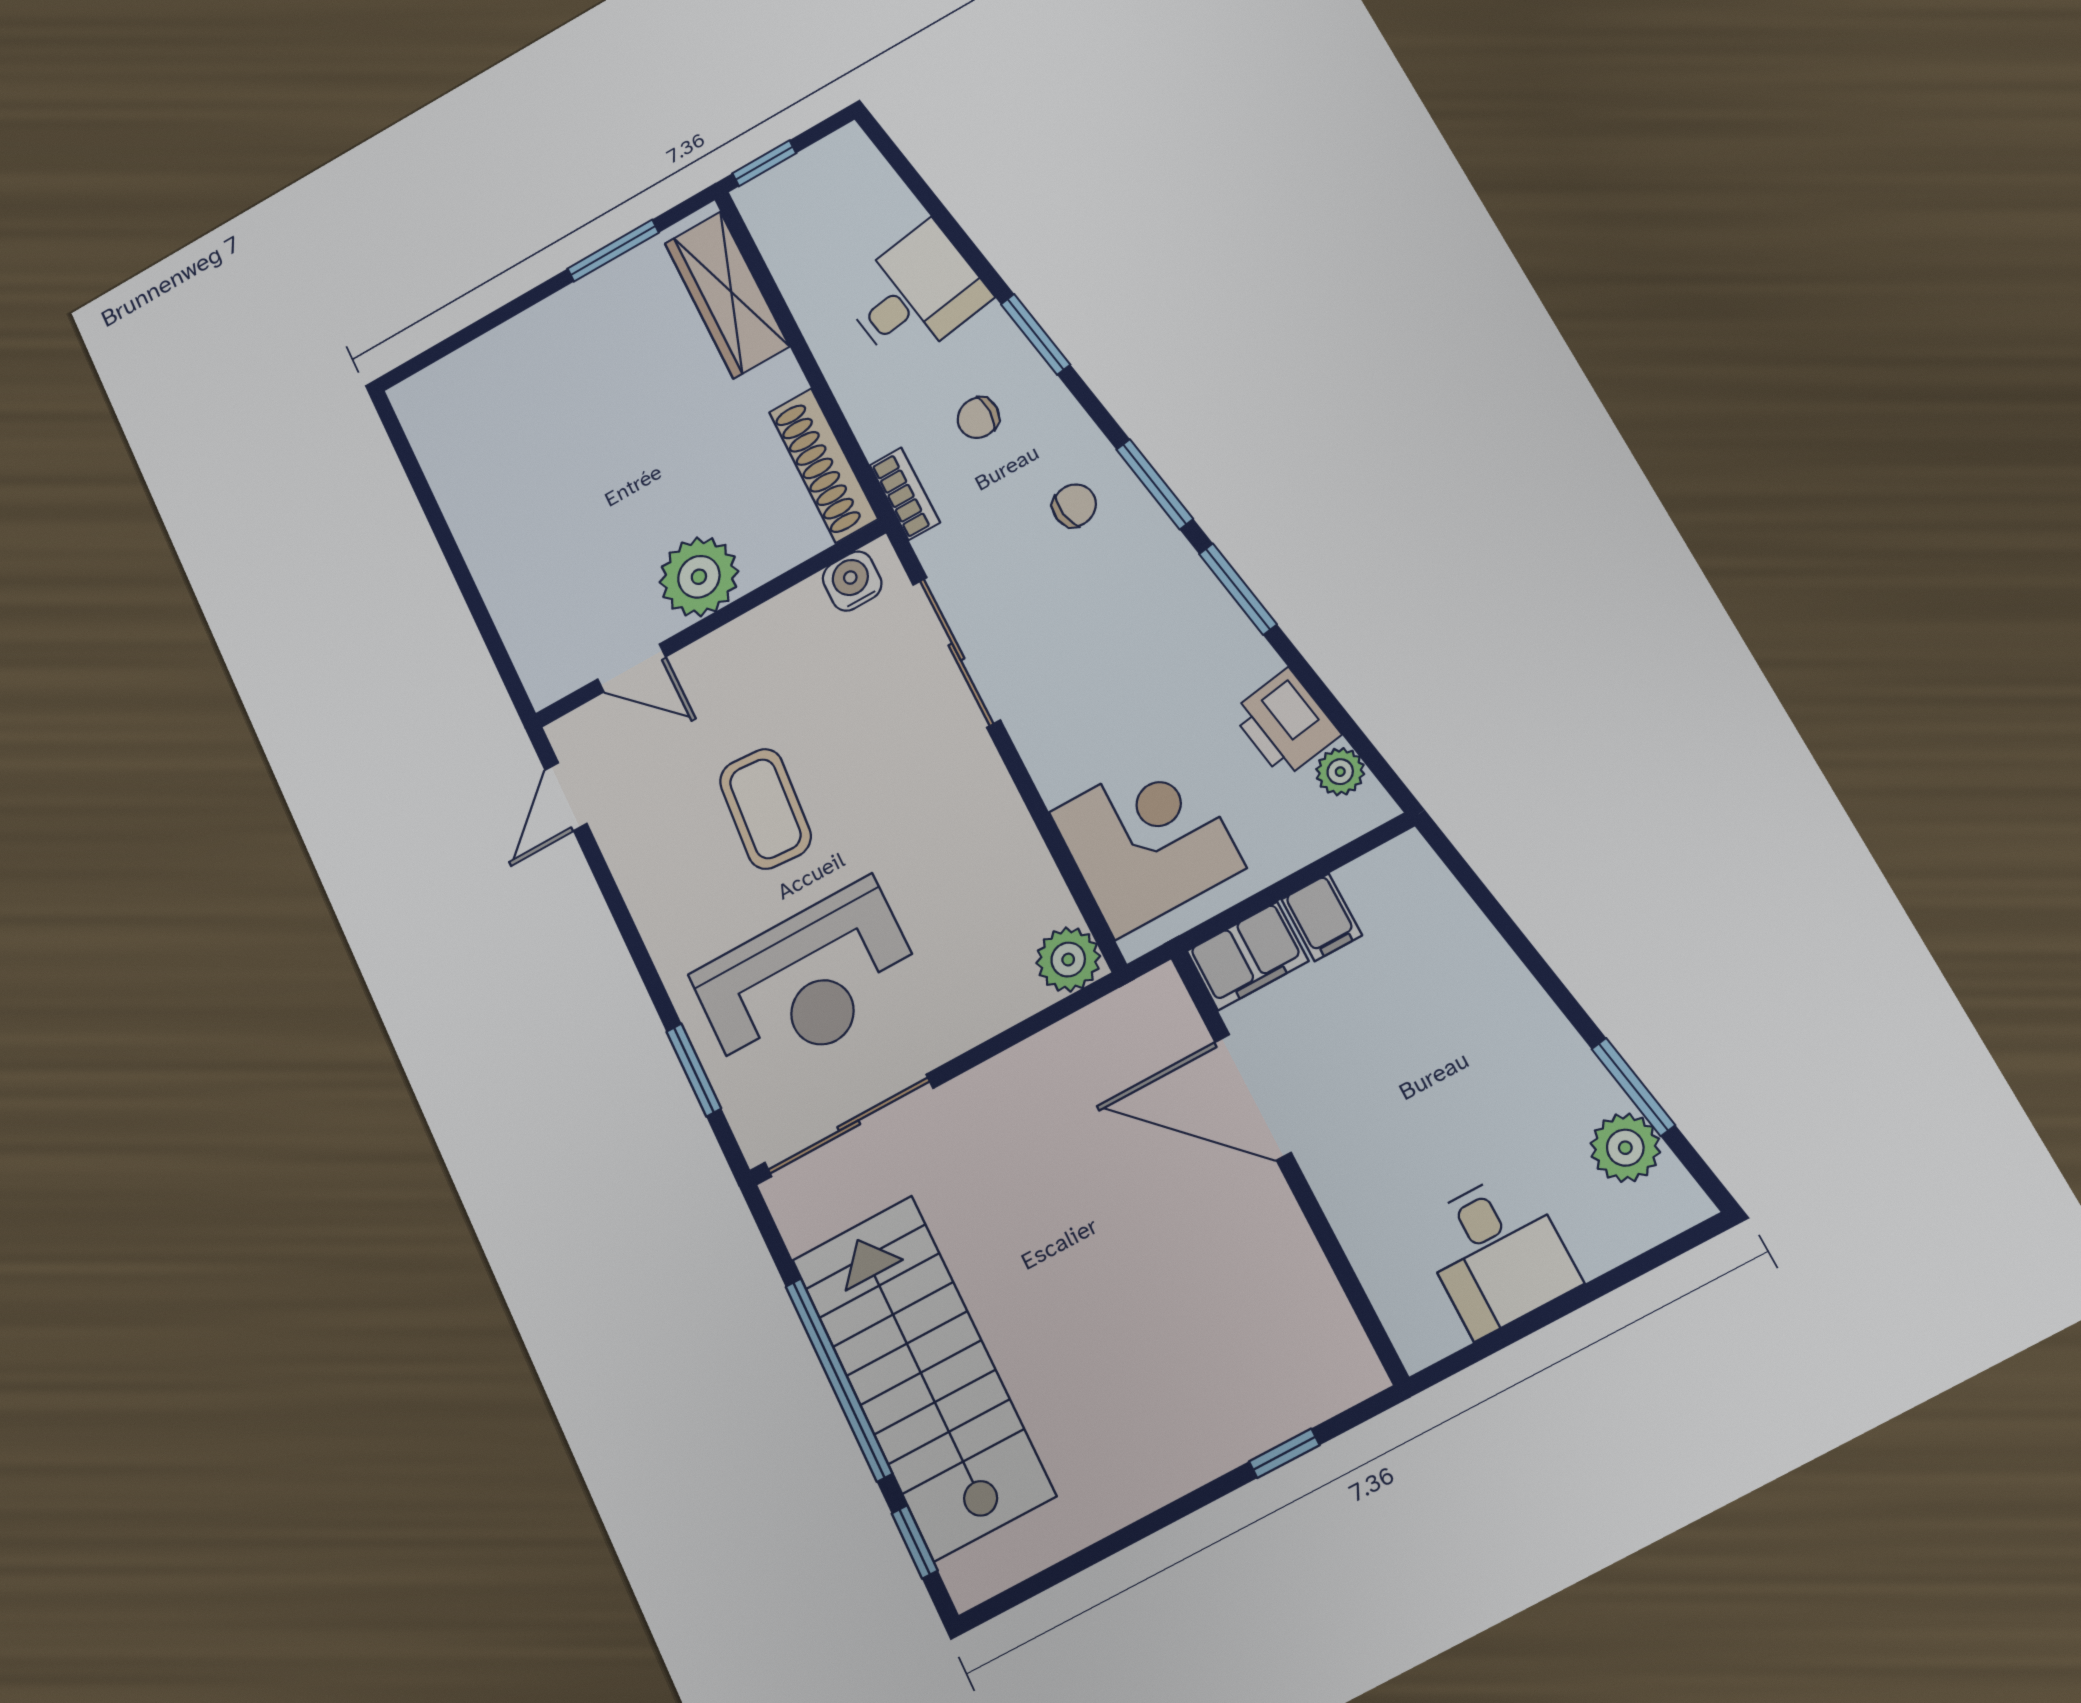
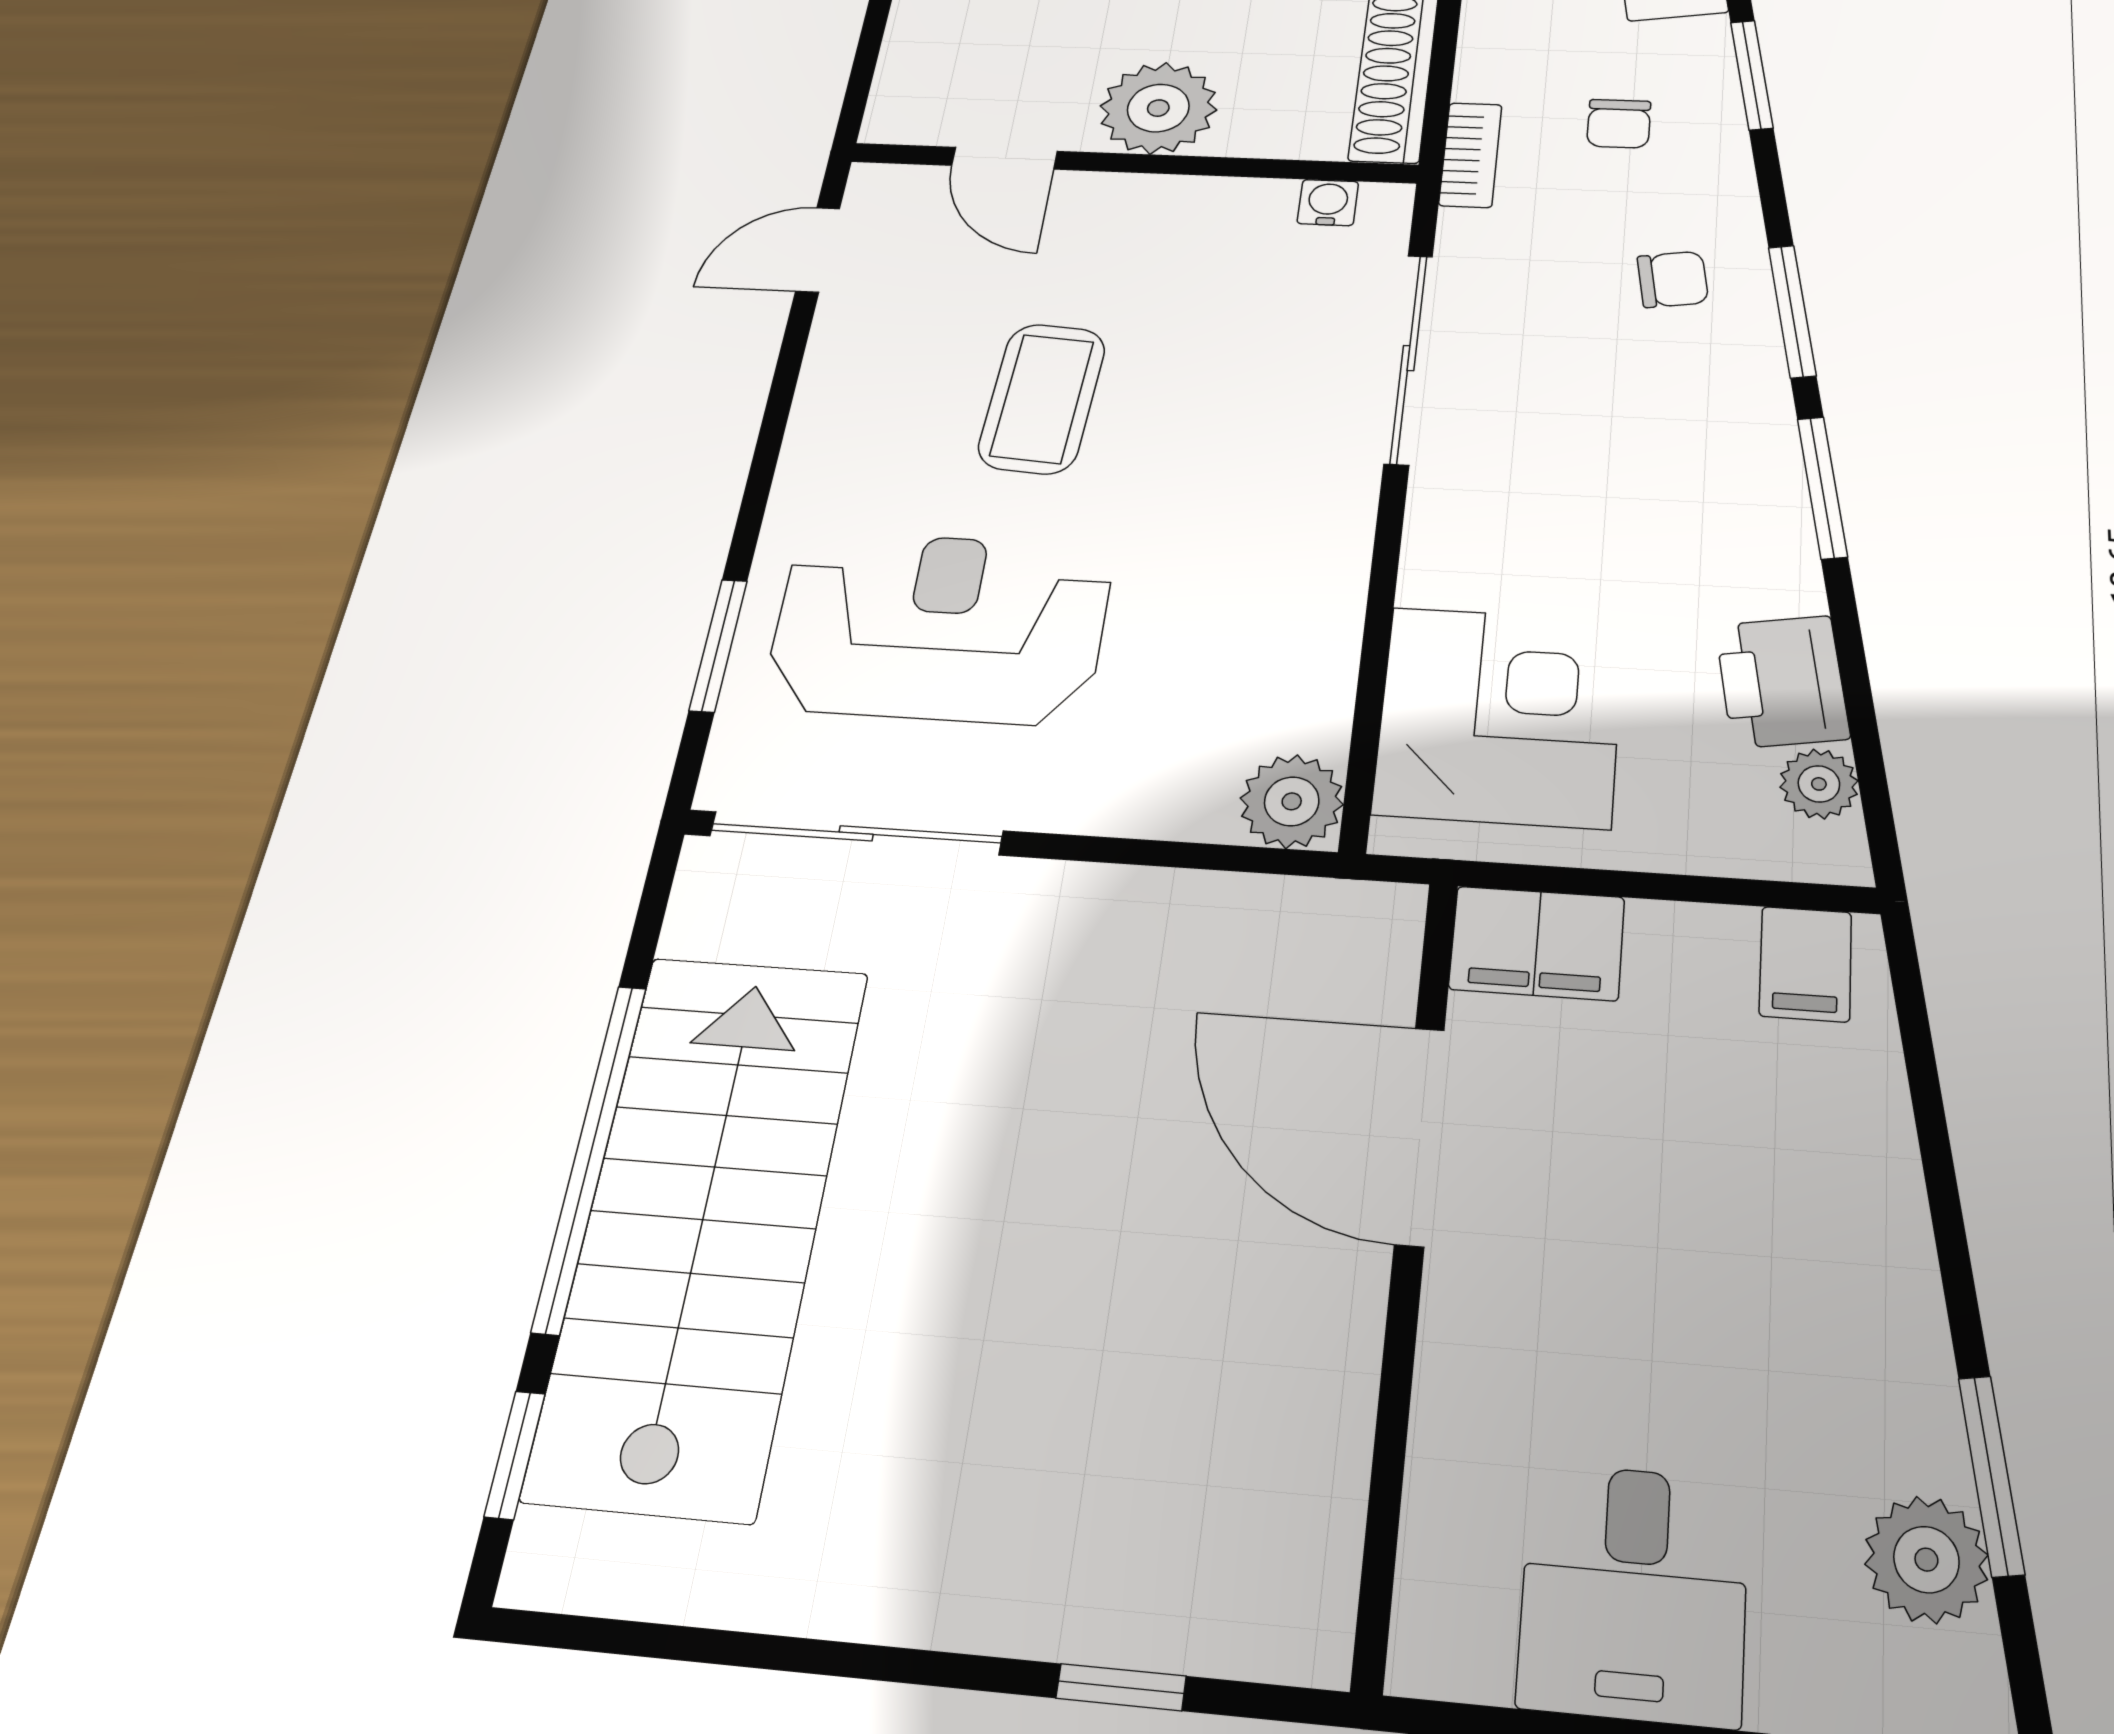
chair: (978, 418) -> (1619, 124), turned -90
water cooler: (852, 581) -> (1328, 203), width x0.72, depth x0.72
filing cabinet: (1322, 917) -> (1806, 964), moved
reception desk: (808, 982) -> (939, 627), turned 180

